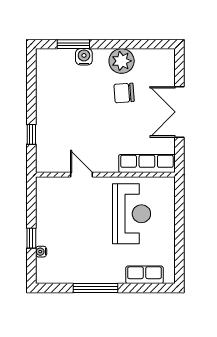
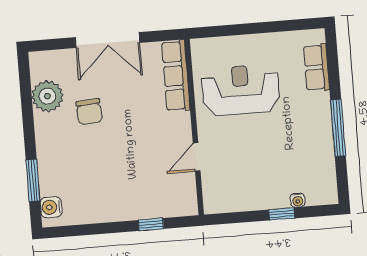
water cooler: (84, 57) -> (51, 207), moved
plant: (122, 61) -> (47, 96), moved

